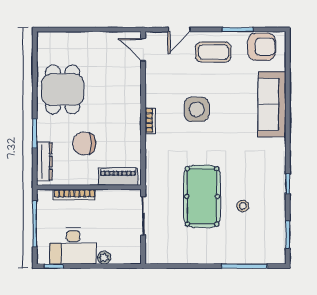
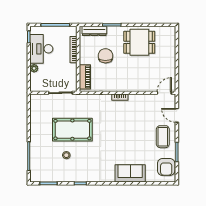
sofa: (272, 104) -> (130, 173), width x0.73
side table: (197, 109) -> (127, 126), removed

